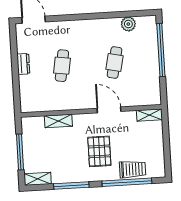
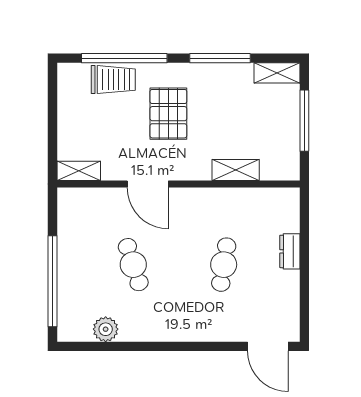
cafe table: (115, 63) -> (133, 265), turned -30
dresser: (23, 64) -> (290, 251), moved
trolley: (133, 169) -> (113, 80), turned 180

